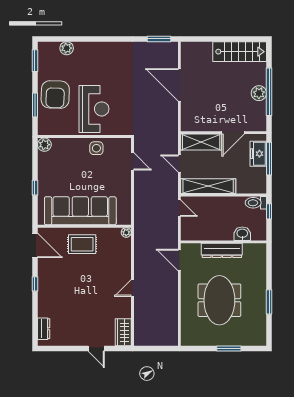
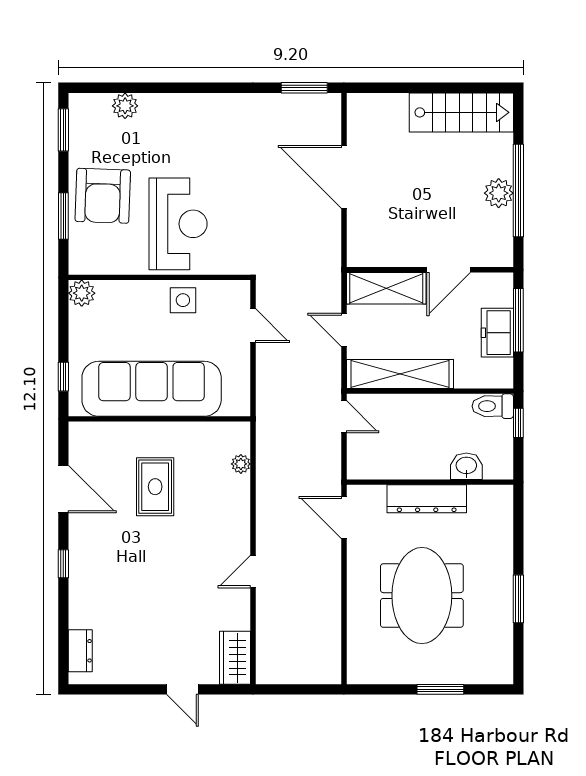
freezer: (258, 154) -> (497, 333), moved
sofa: (80, 211) -> (152, 389), moved
wall: (84, 226) -> (159, 419), moved
rug: (82, 244) -> (155, 487), turned 90

